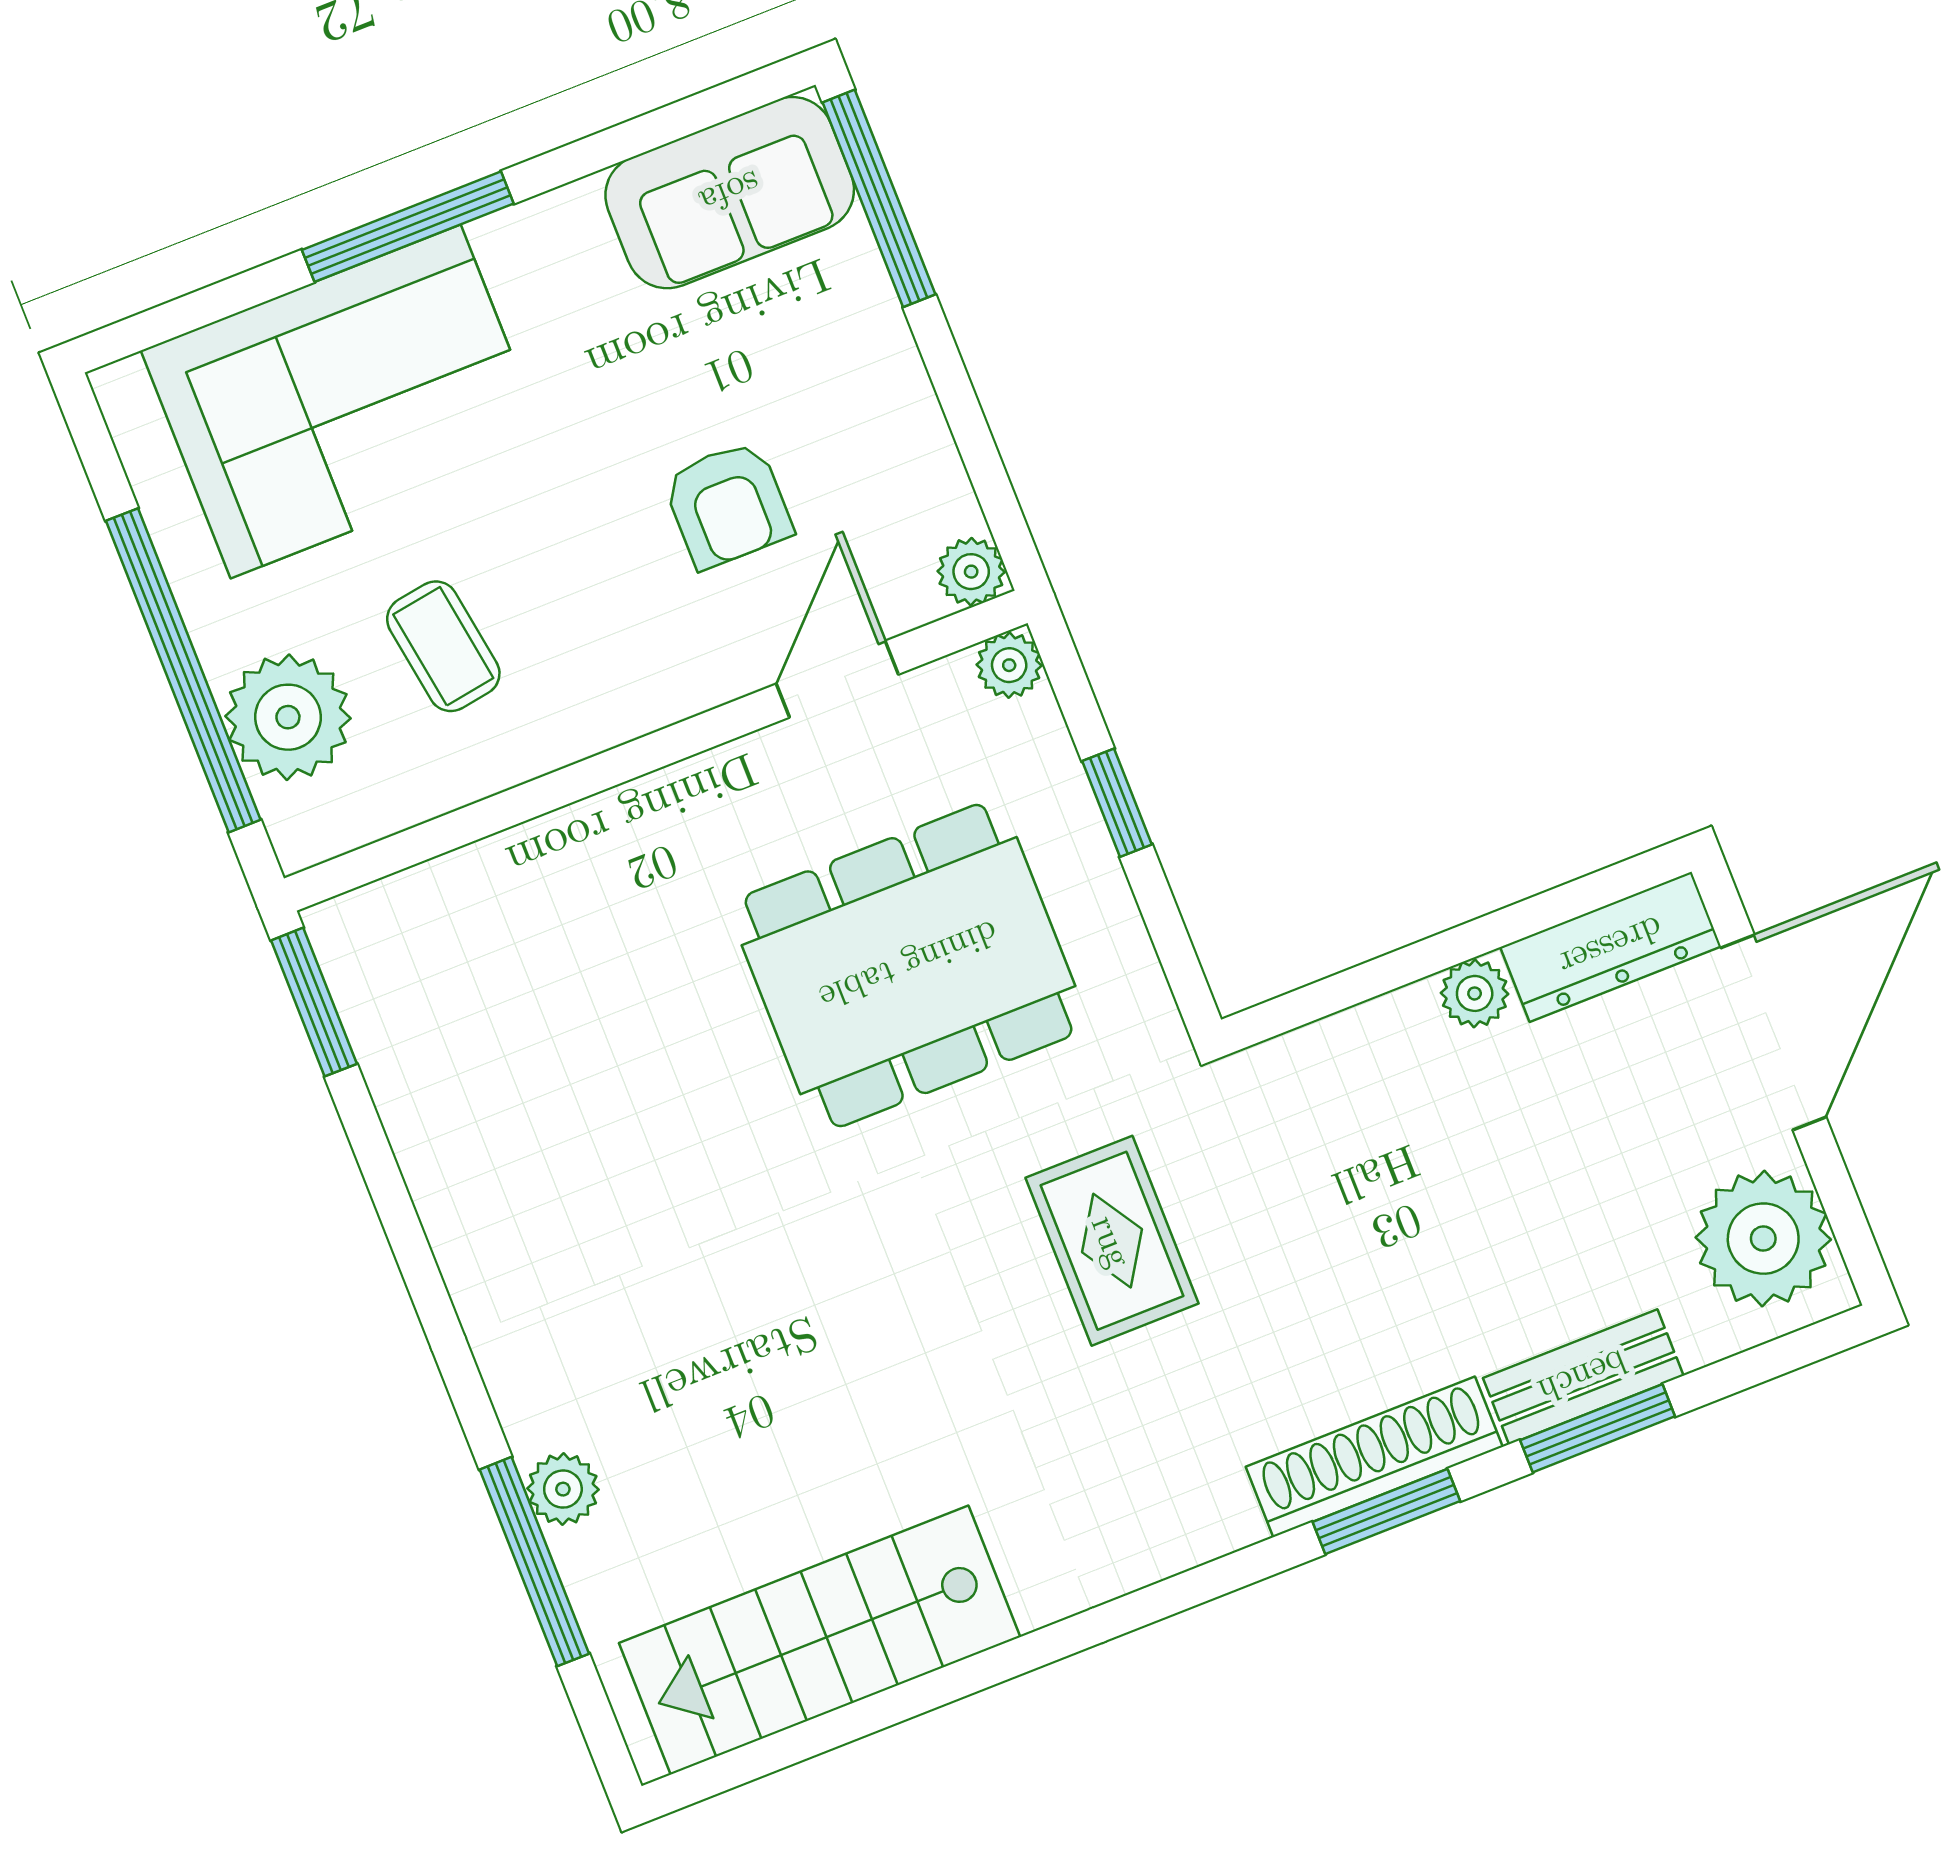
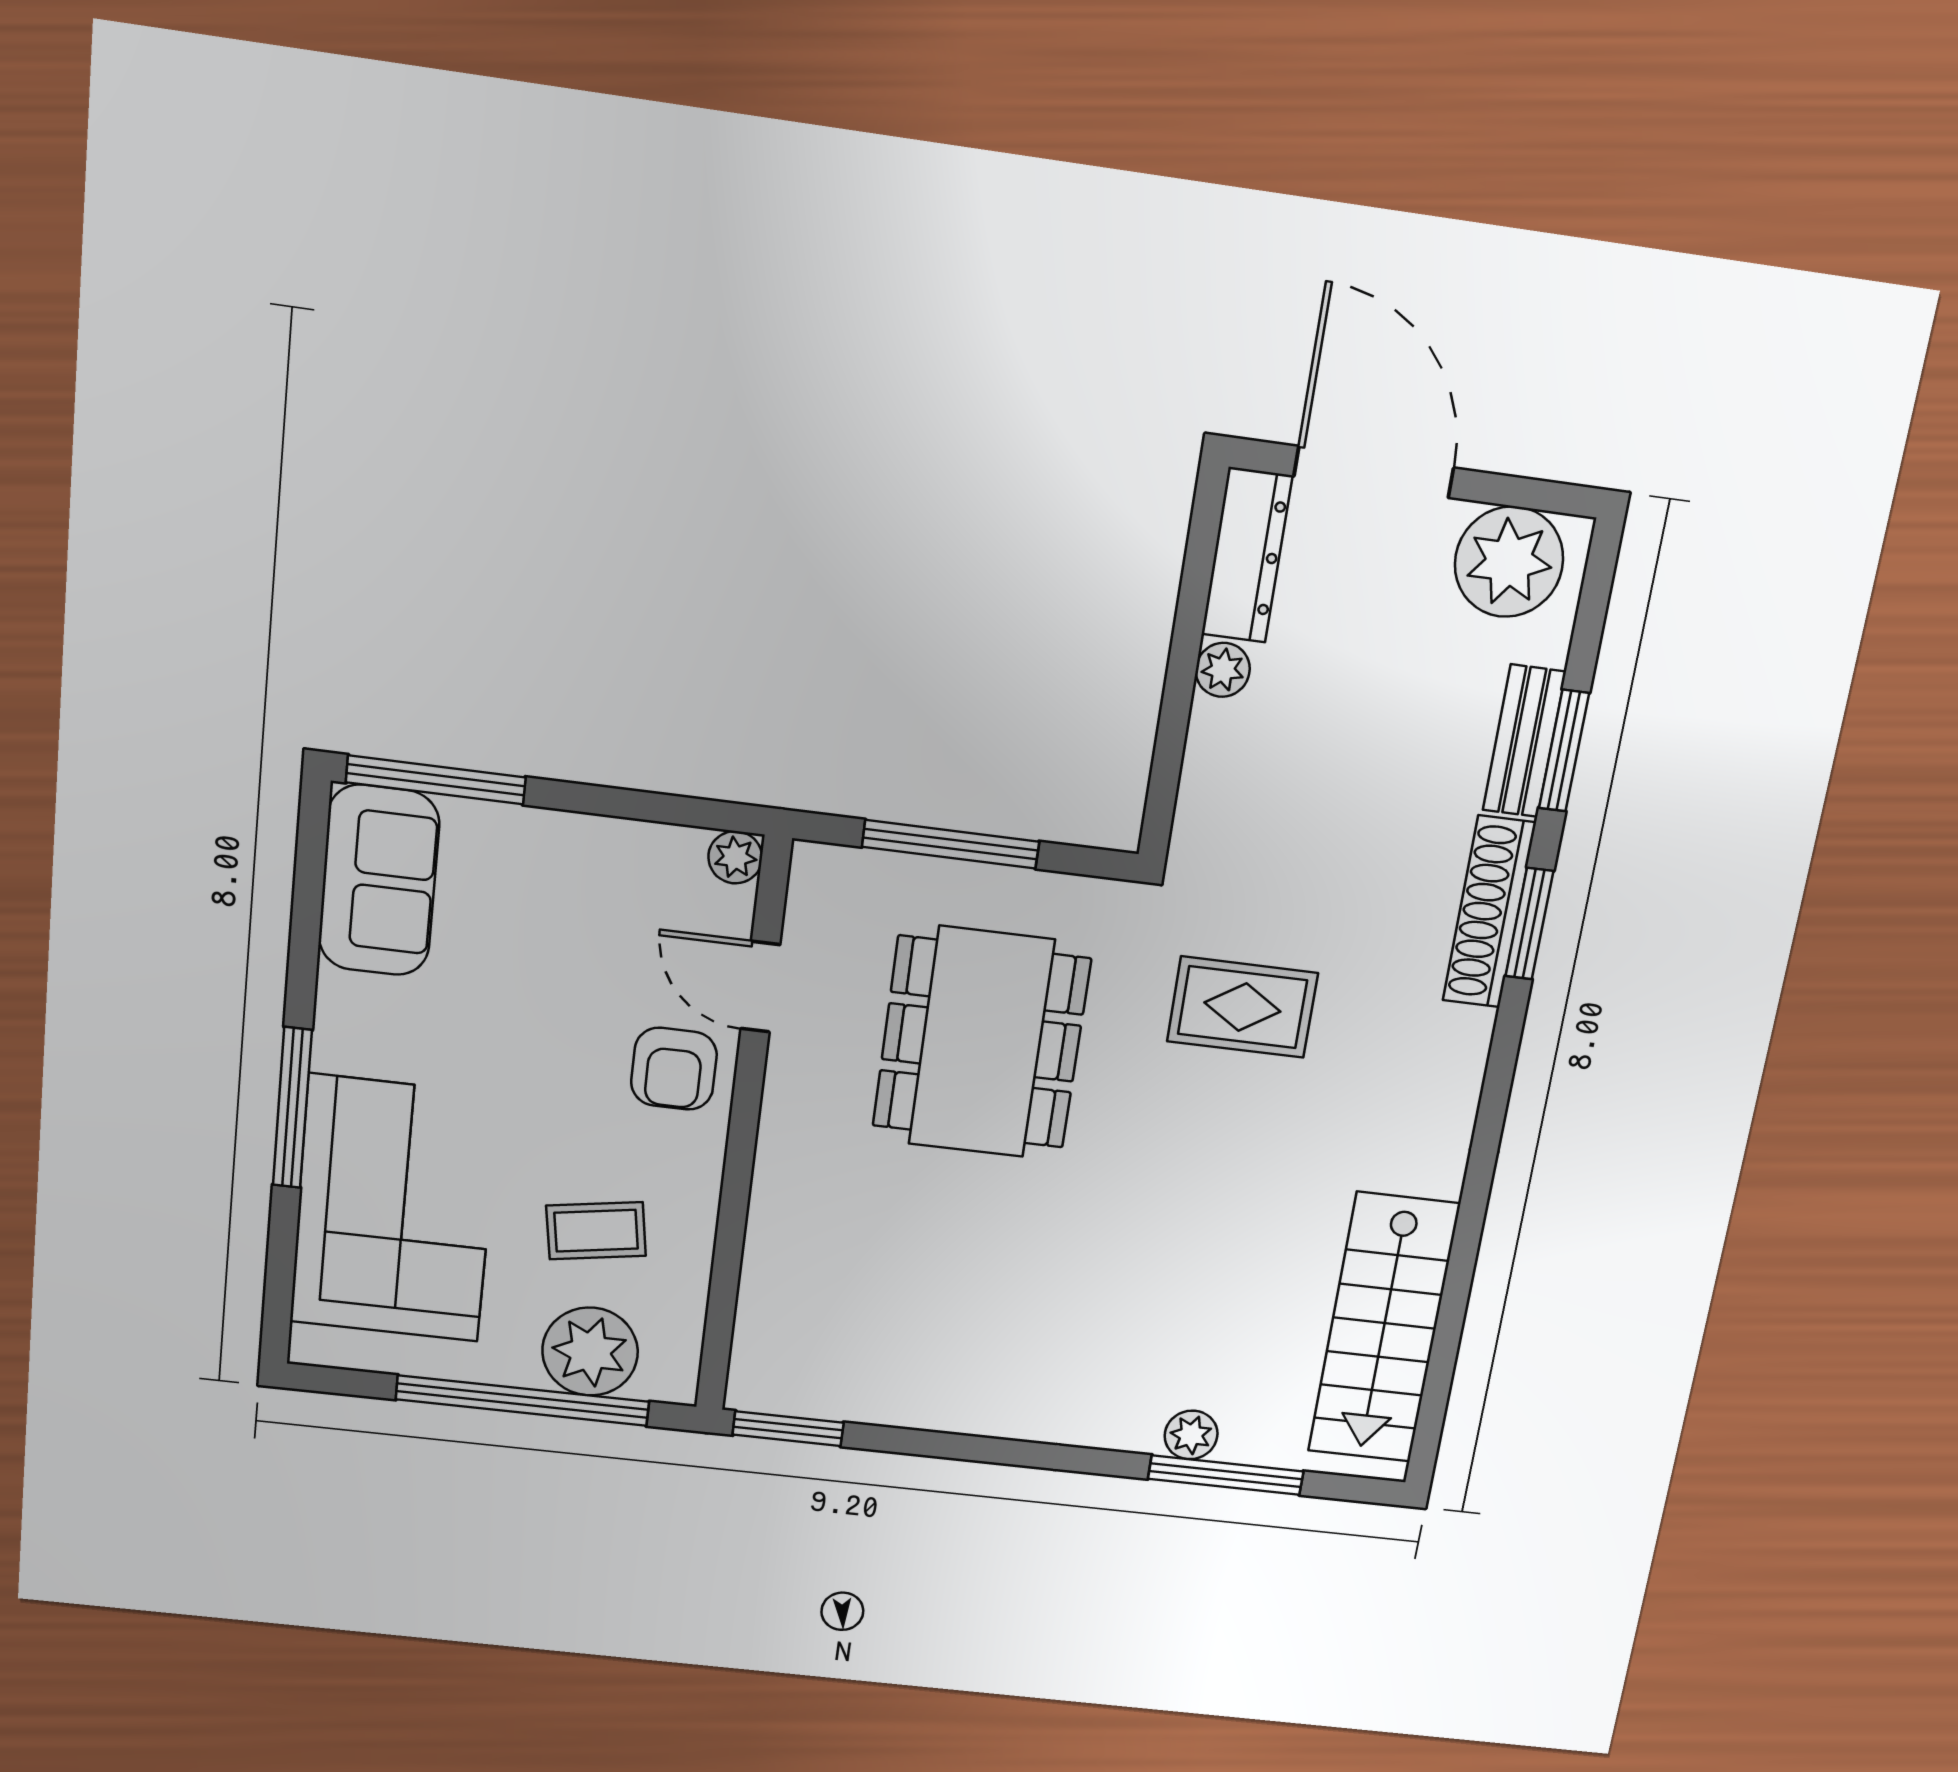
armchair: (728, 505) -> (674, 1069), moved, turned 90
plant: (1009, 665) -> (815, 866), removed
window: (1117, 803) -> (951, 844), width x2.17

